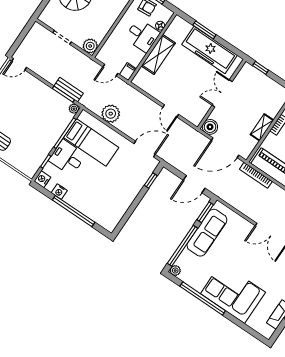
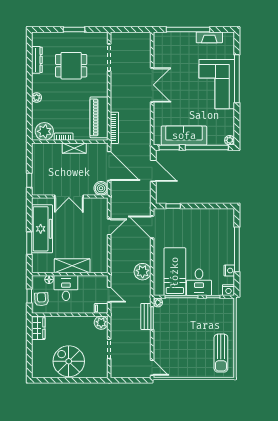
filing cabinet: (128, 72) -> (101, 308), moved
window: (203, 299) -> (237, 79), moved

